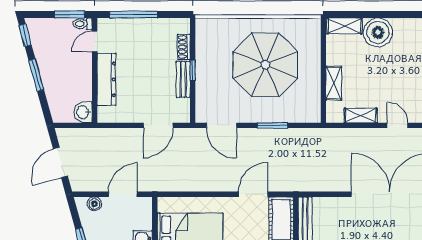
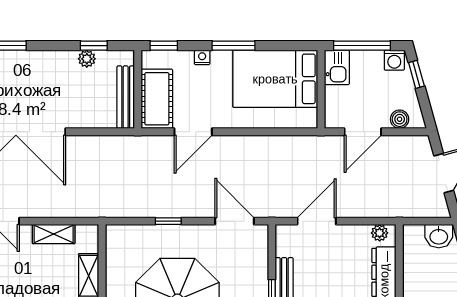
washbasin: (83, 112) -> (439, 236), moved, turned 90
plant: (110, 116) -> (380, 233), added
window: (272, 125) -> (168, 221), width x0.67

